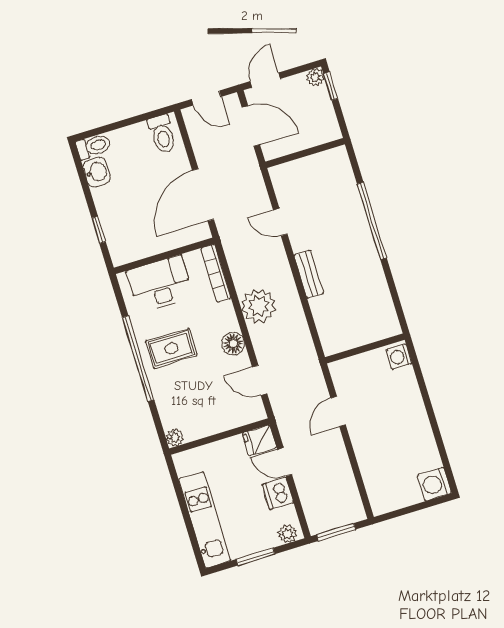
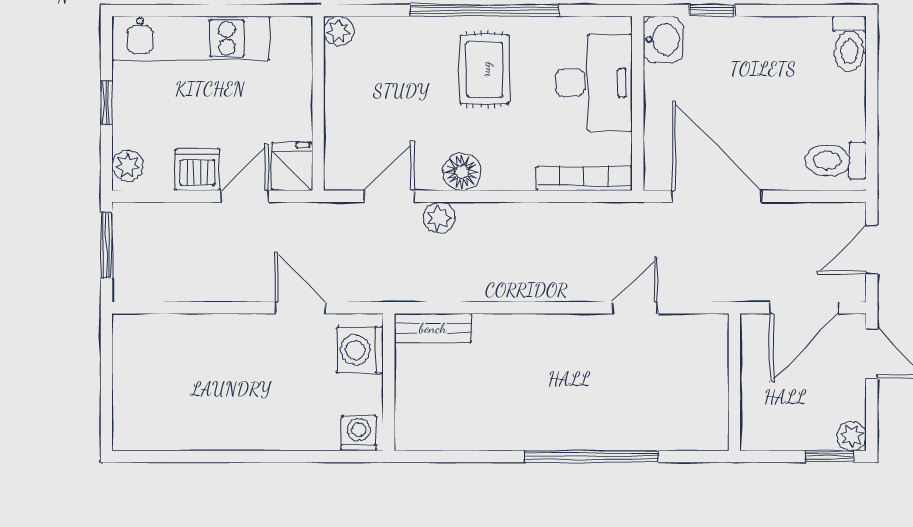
washbasin: (97, 172) -> (663, 39), moved, turned -90
bench: (309, 274) -> (433, 328), moved
plant: (259, 306) -> (439, 218), moved, width x0.53, depth x0.53
washing machine: (434, 484) -> (360, 350), moved, turned -90
window: (255, 557) -> (106, 102), width x0.67

